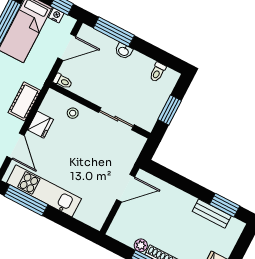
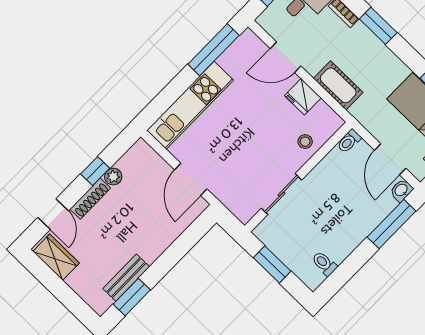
washbasin: (124, 51) -> (401, 190), moved
kitchen unit: (44, 191) -> (190, 105), moved

